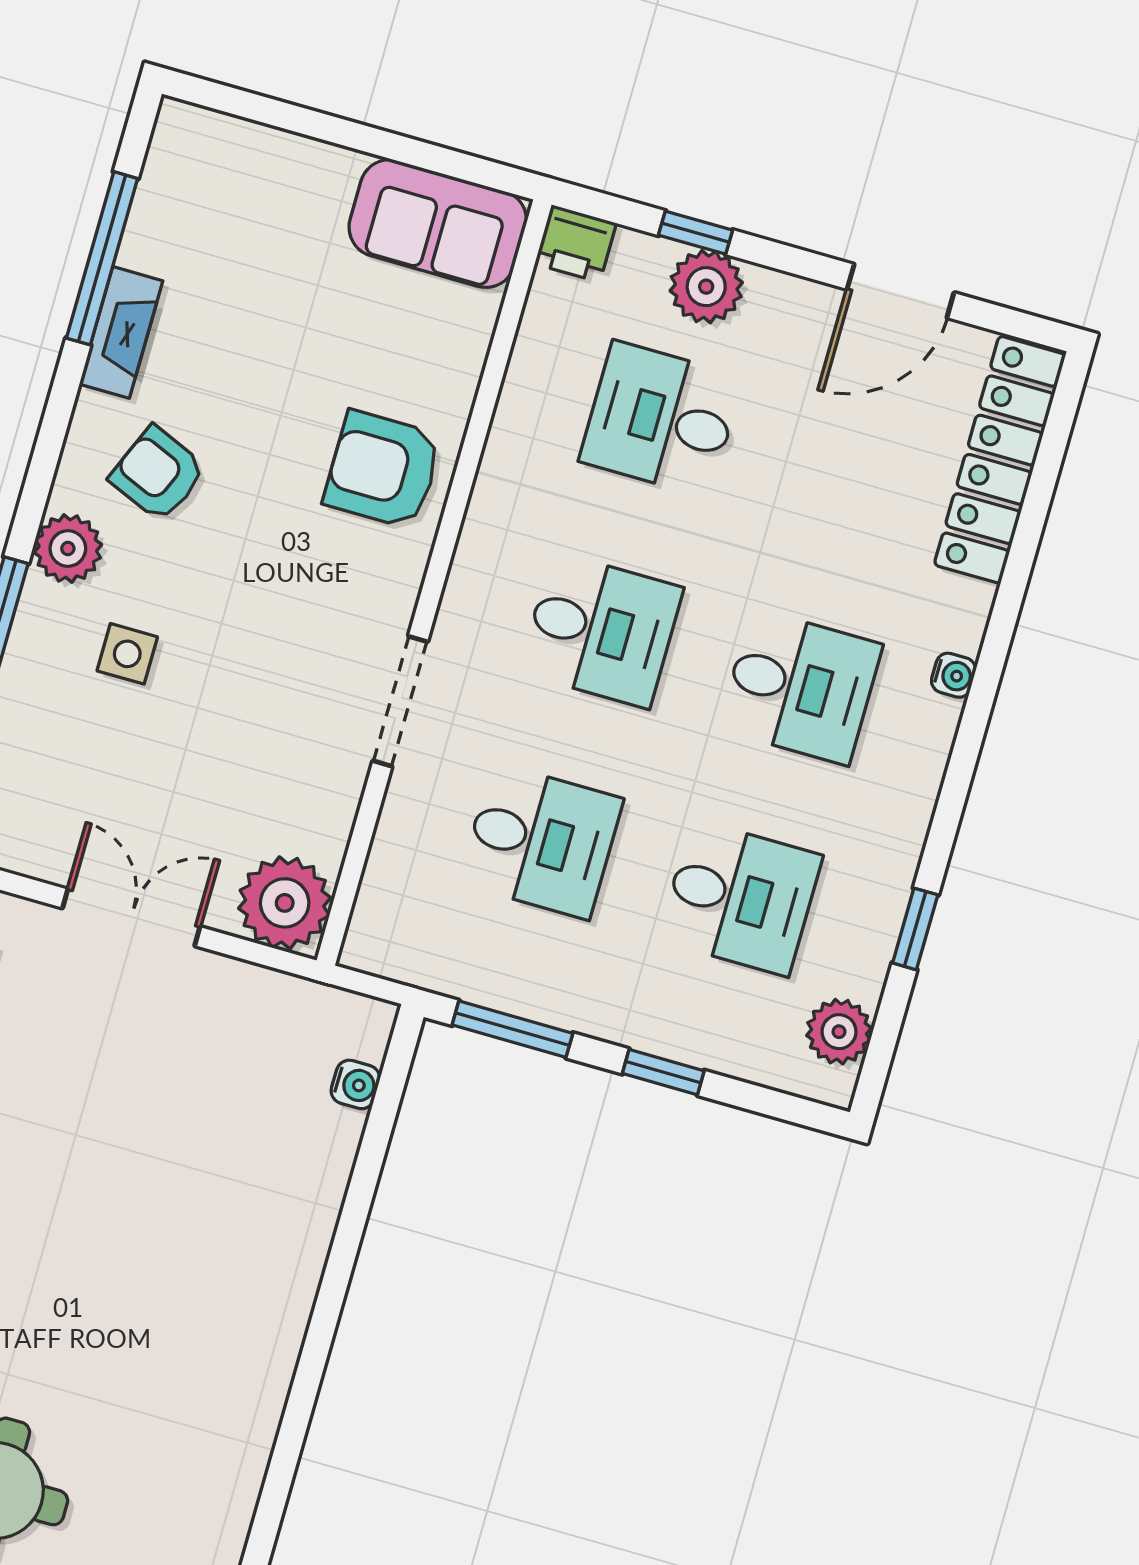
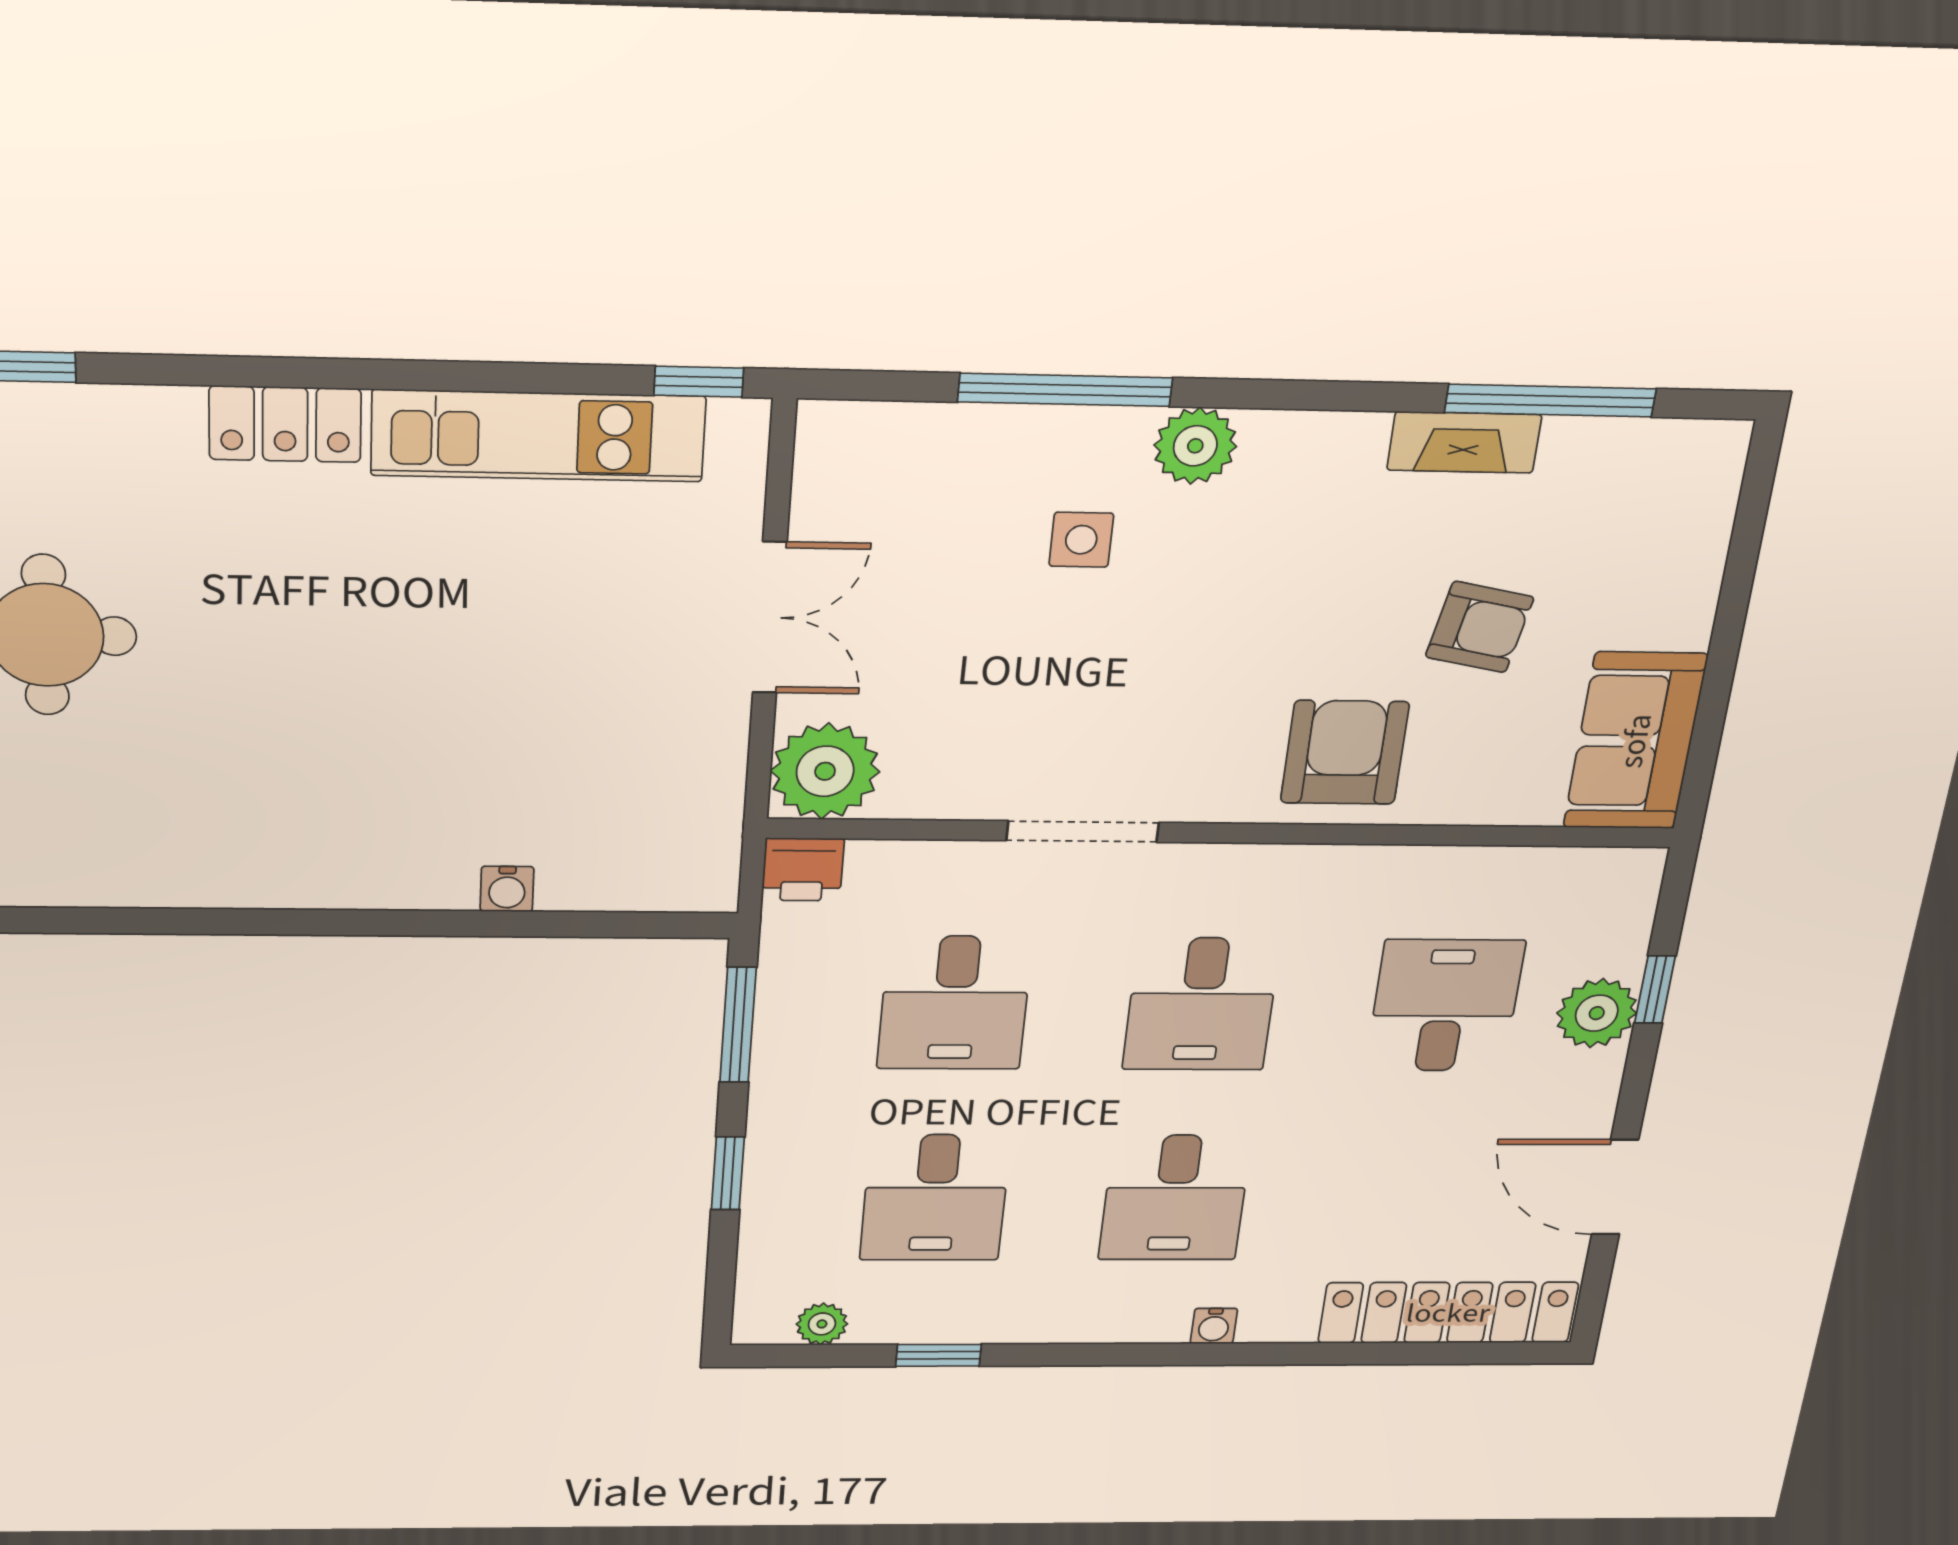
printer: (576, 243) -> (803, 869), moved, turned -90
armchair: (158, 474) -> (1480, 627), moved, turned 78
plant: (839, 1032) -> (822, 1324), width x0.73, depth x0.73
water cooler: (355, 1084) -> (507, 889), moved

